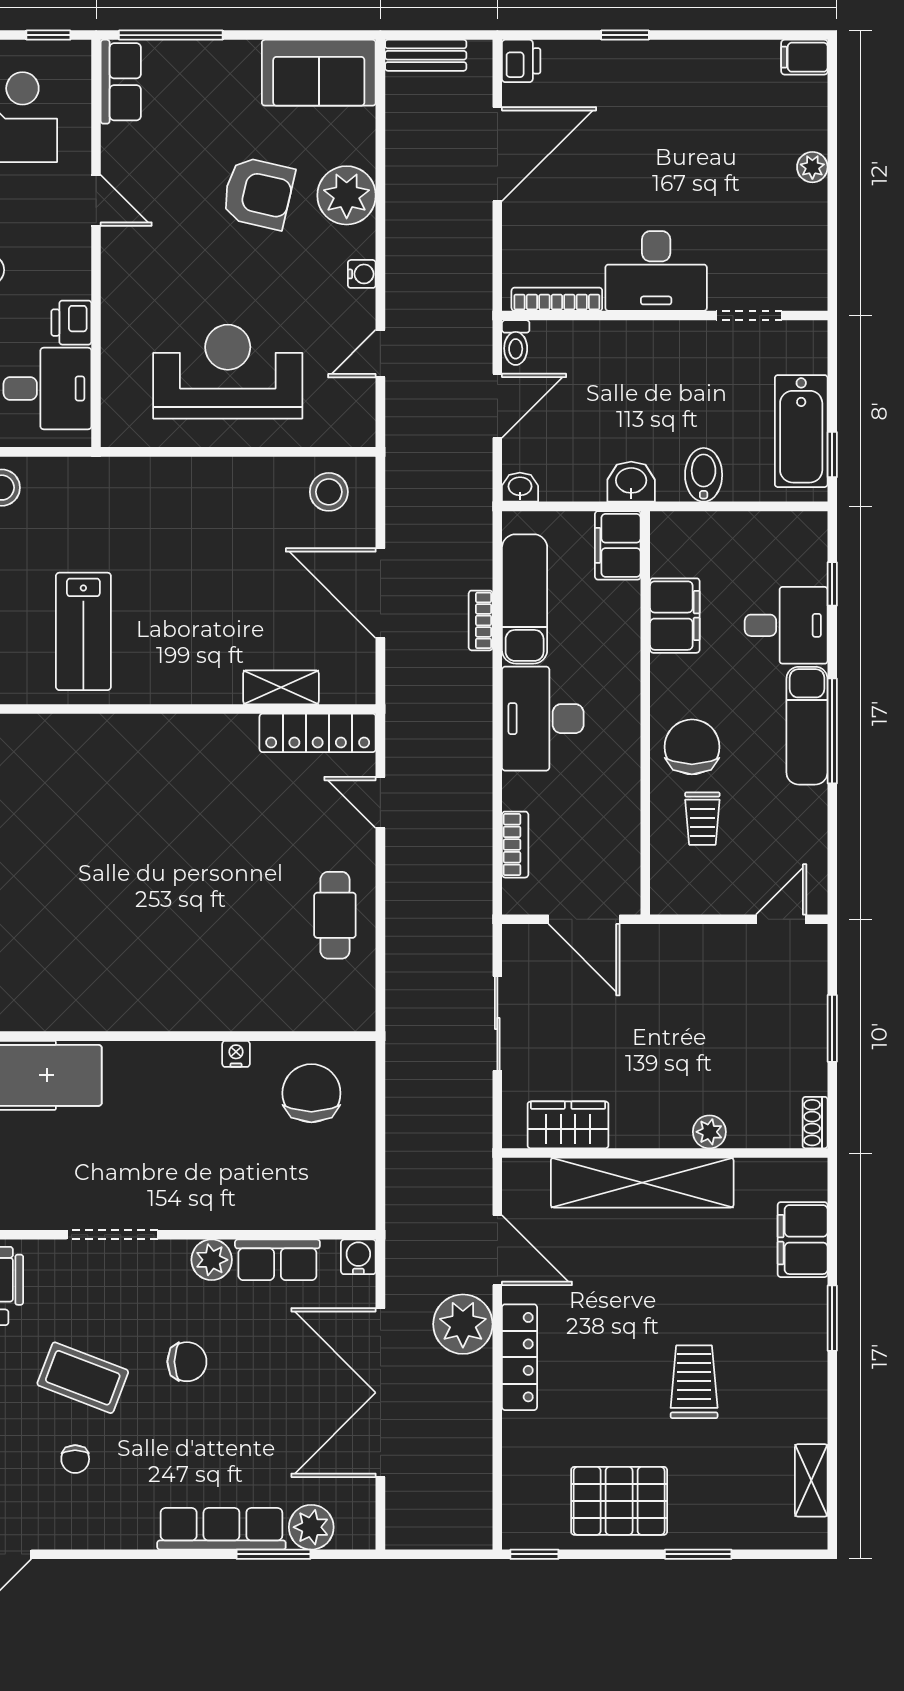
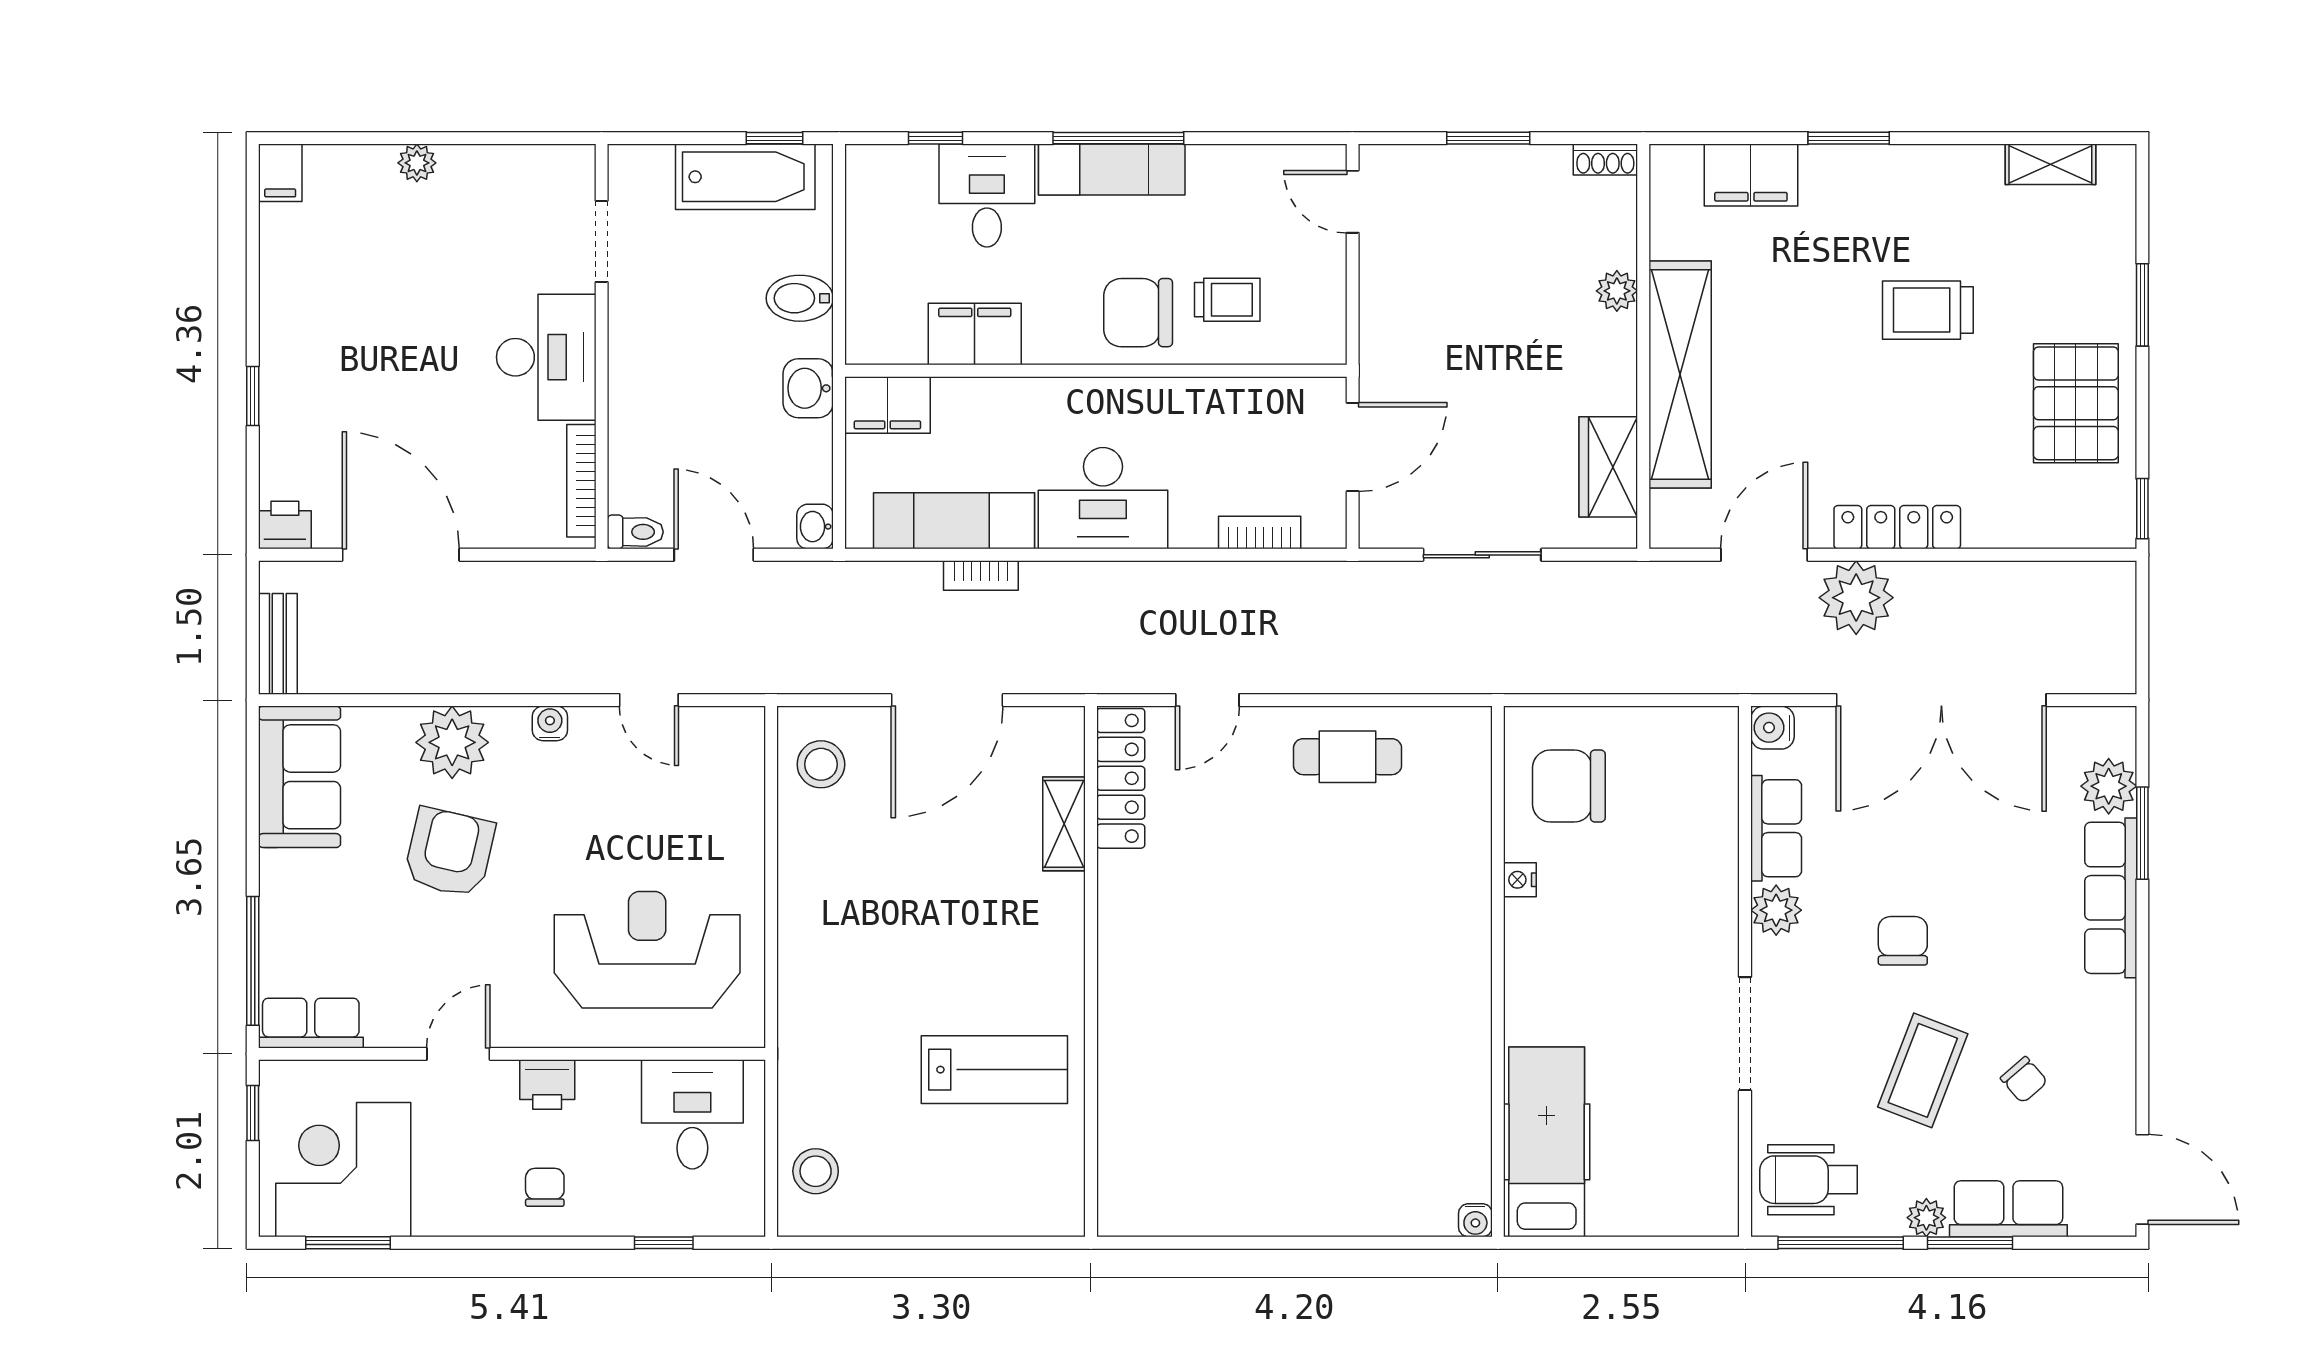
printer: (71, 323) -> (547, 1085), moved
reception desk: (228, 372) -> (647, 950), moved, turned 90
chair: (75, 1459) -> (2024, 1080), turned 49

